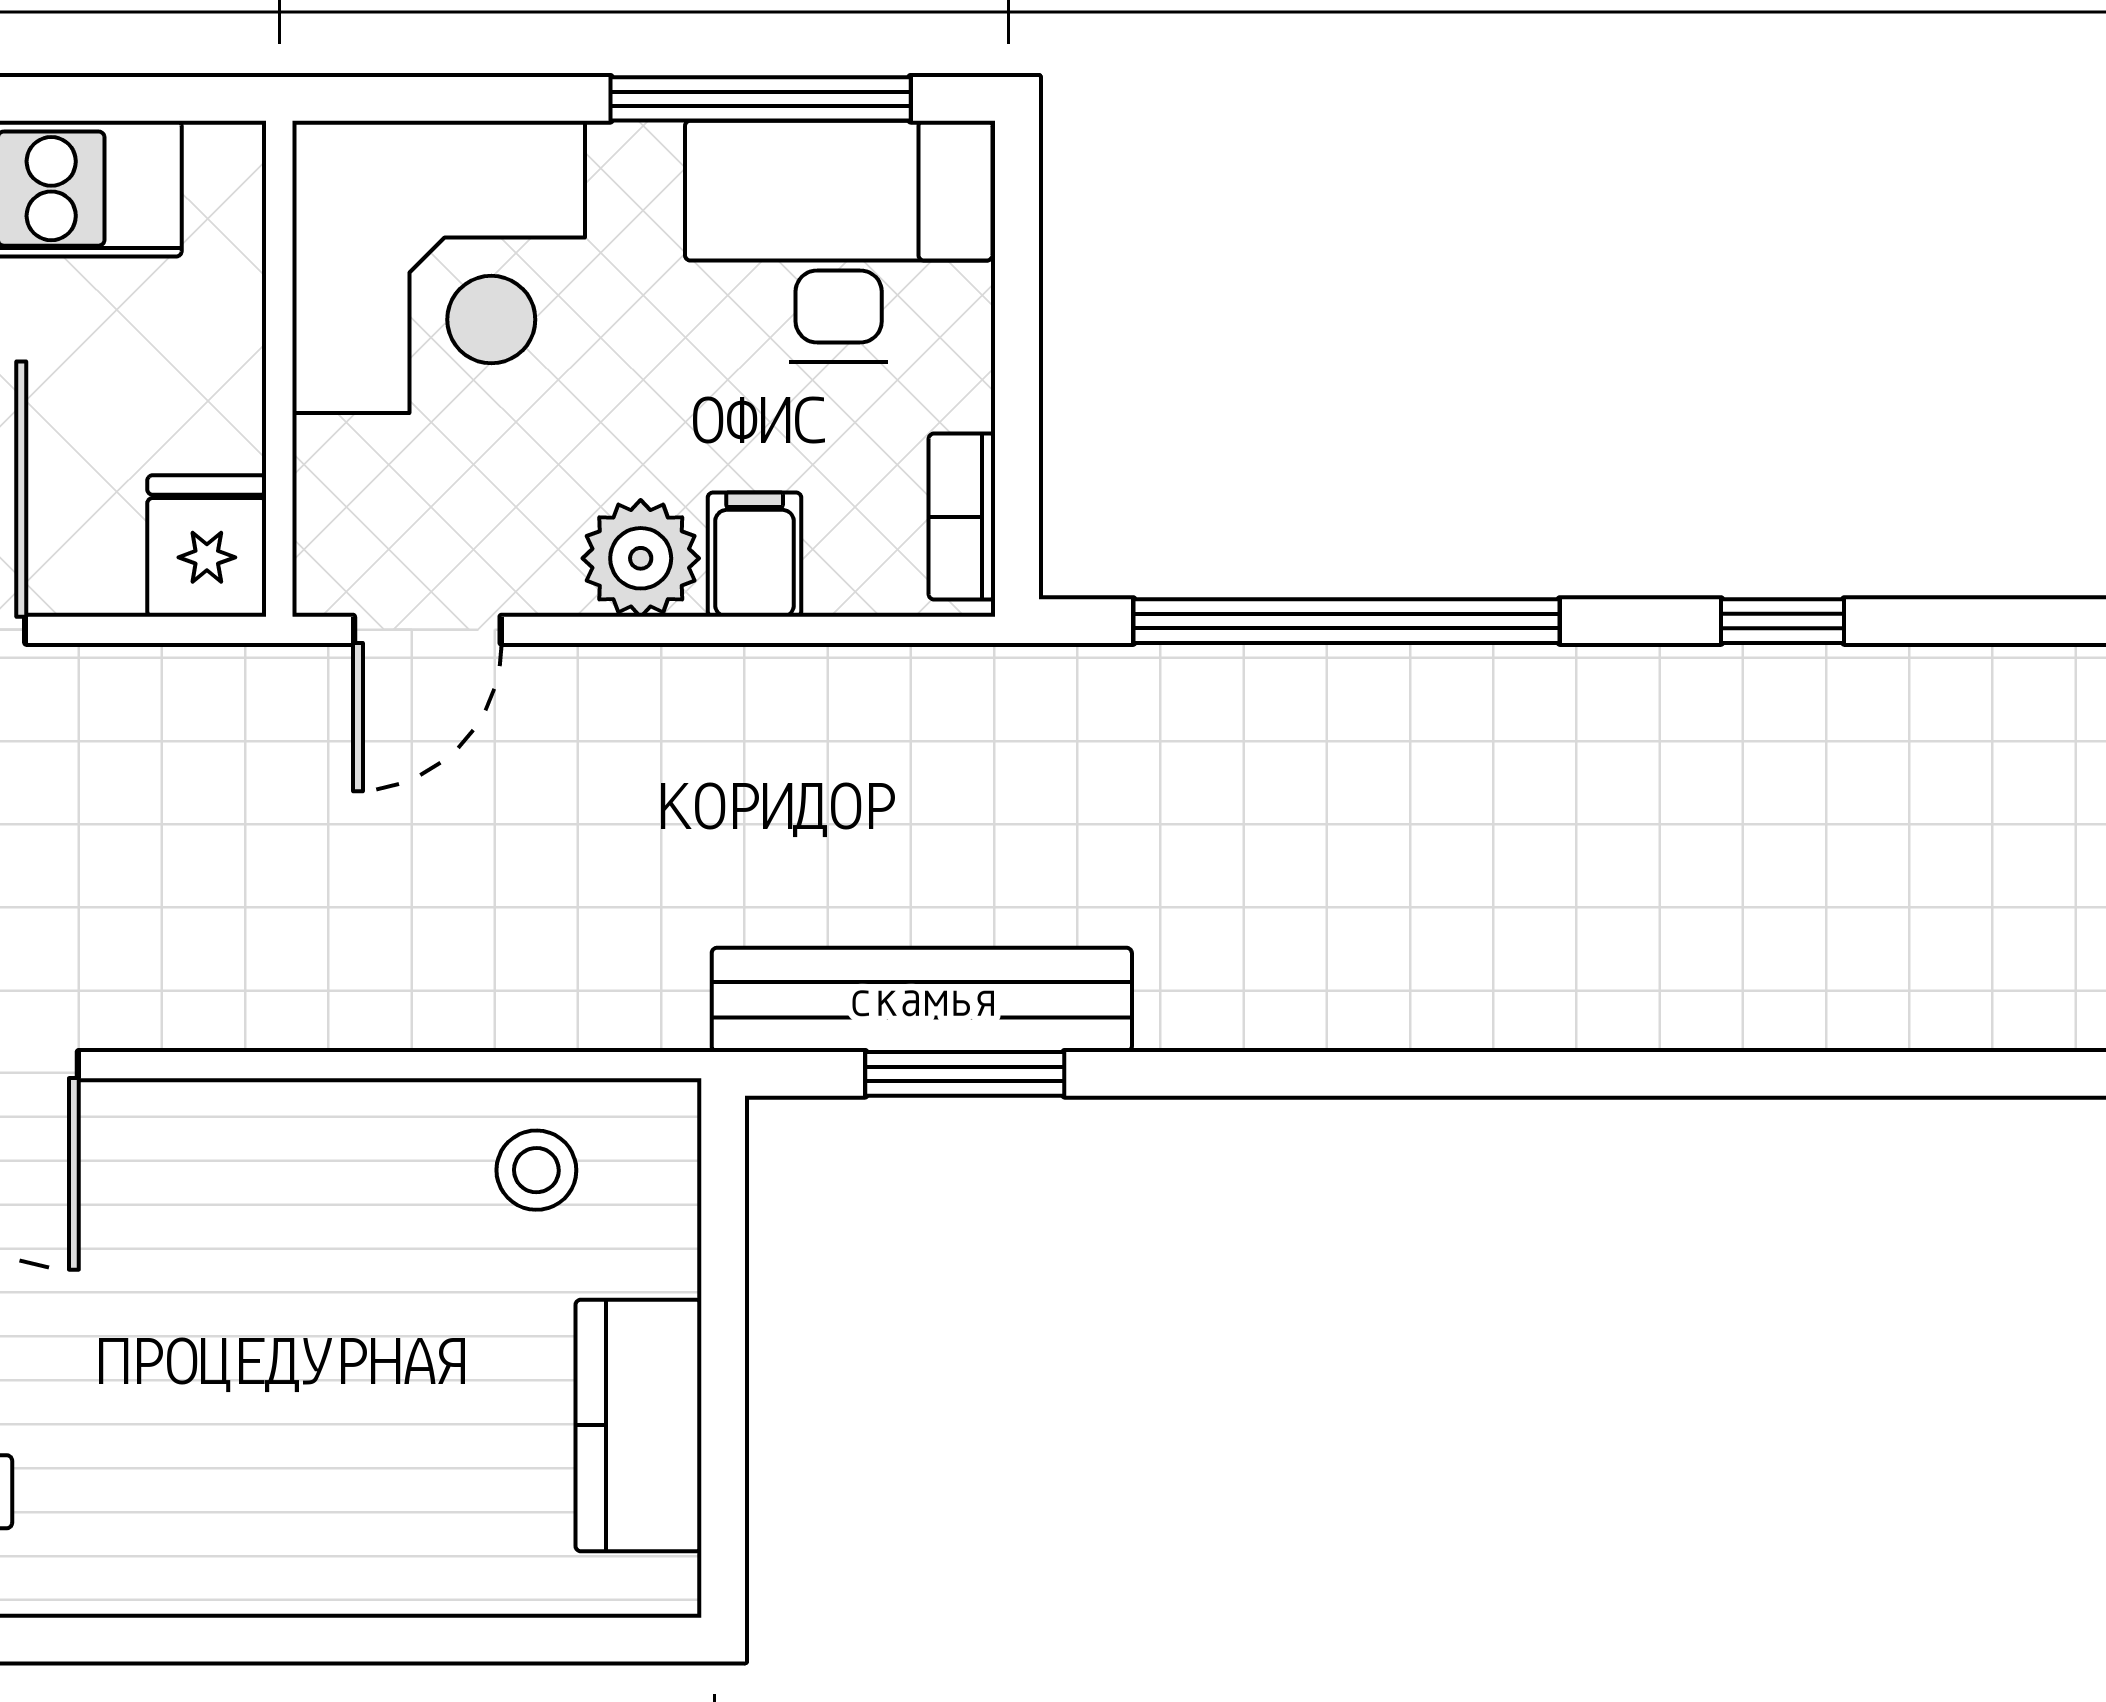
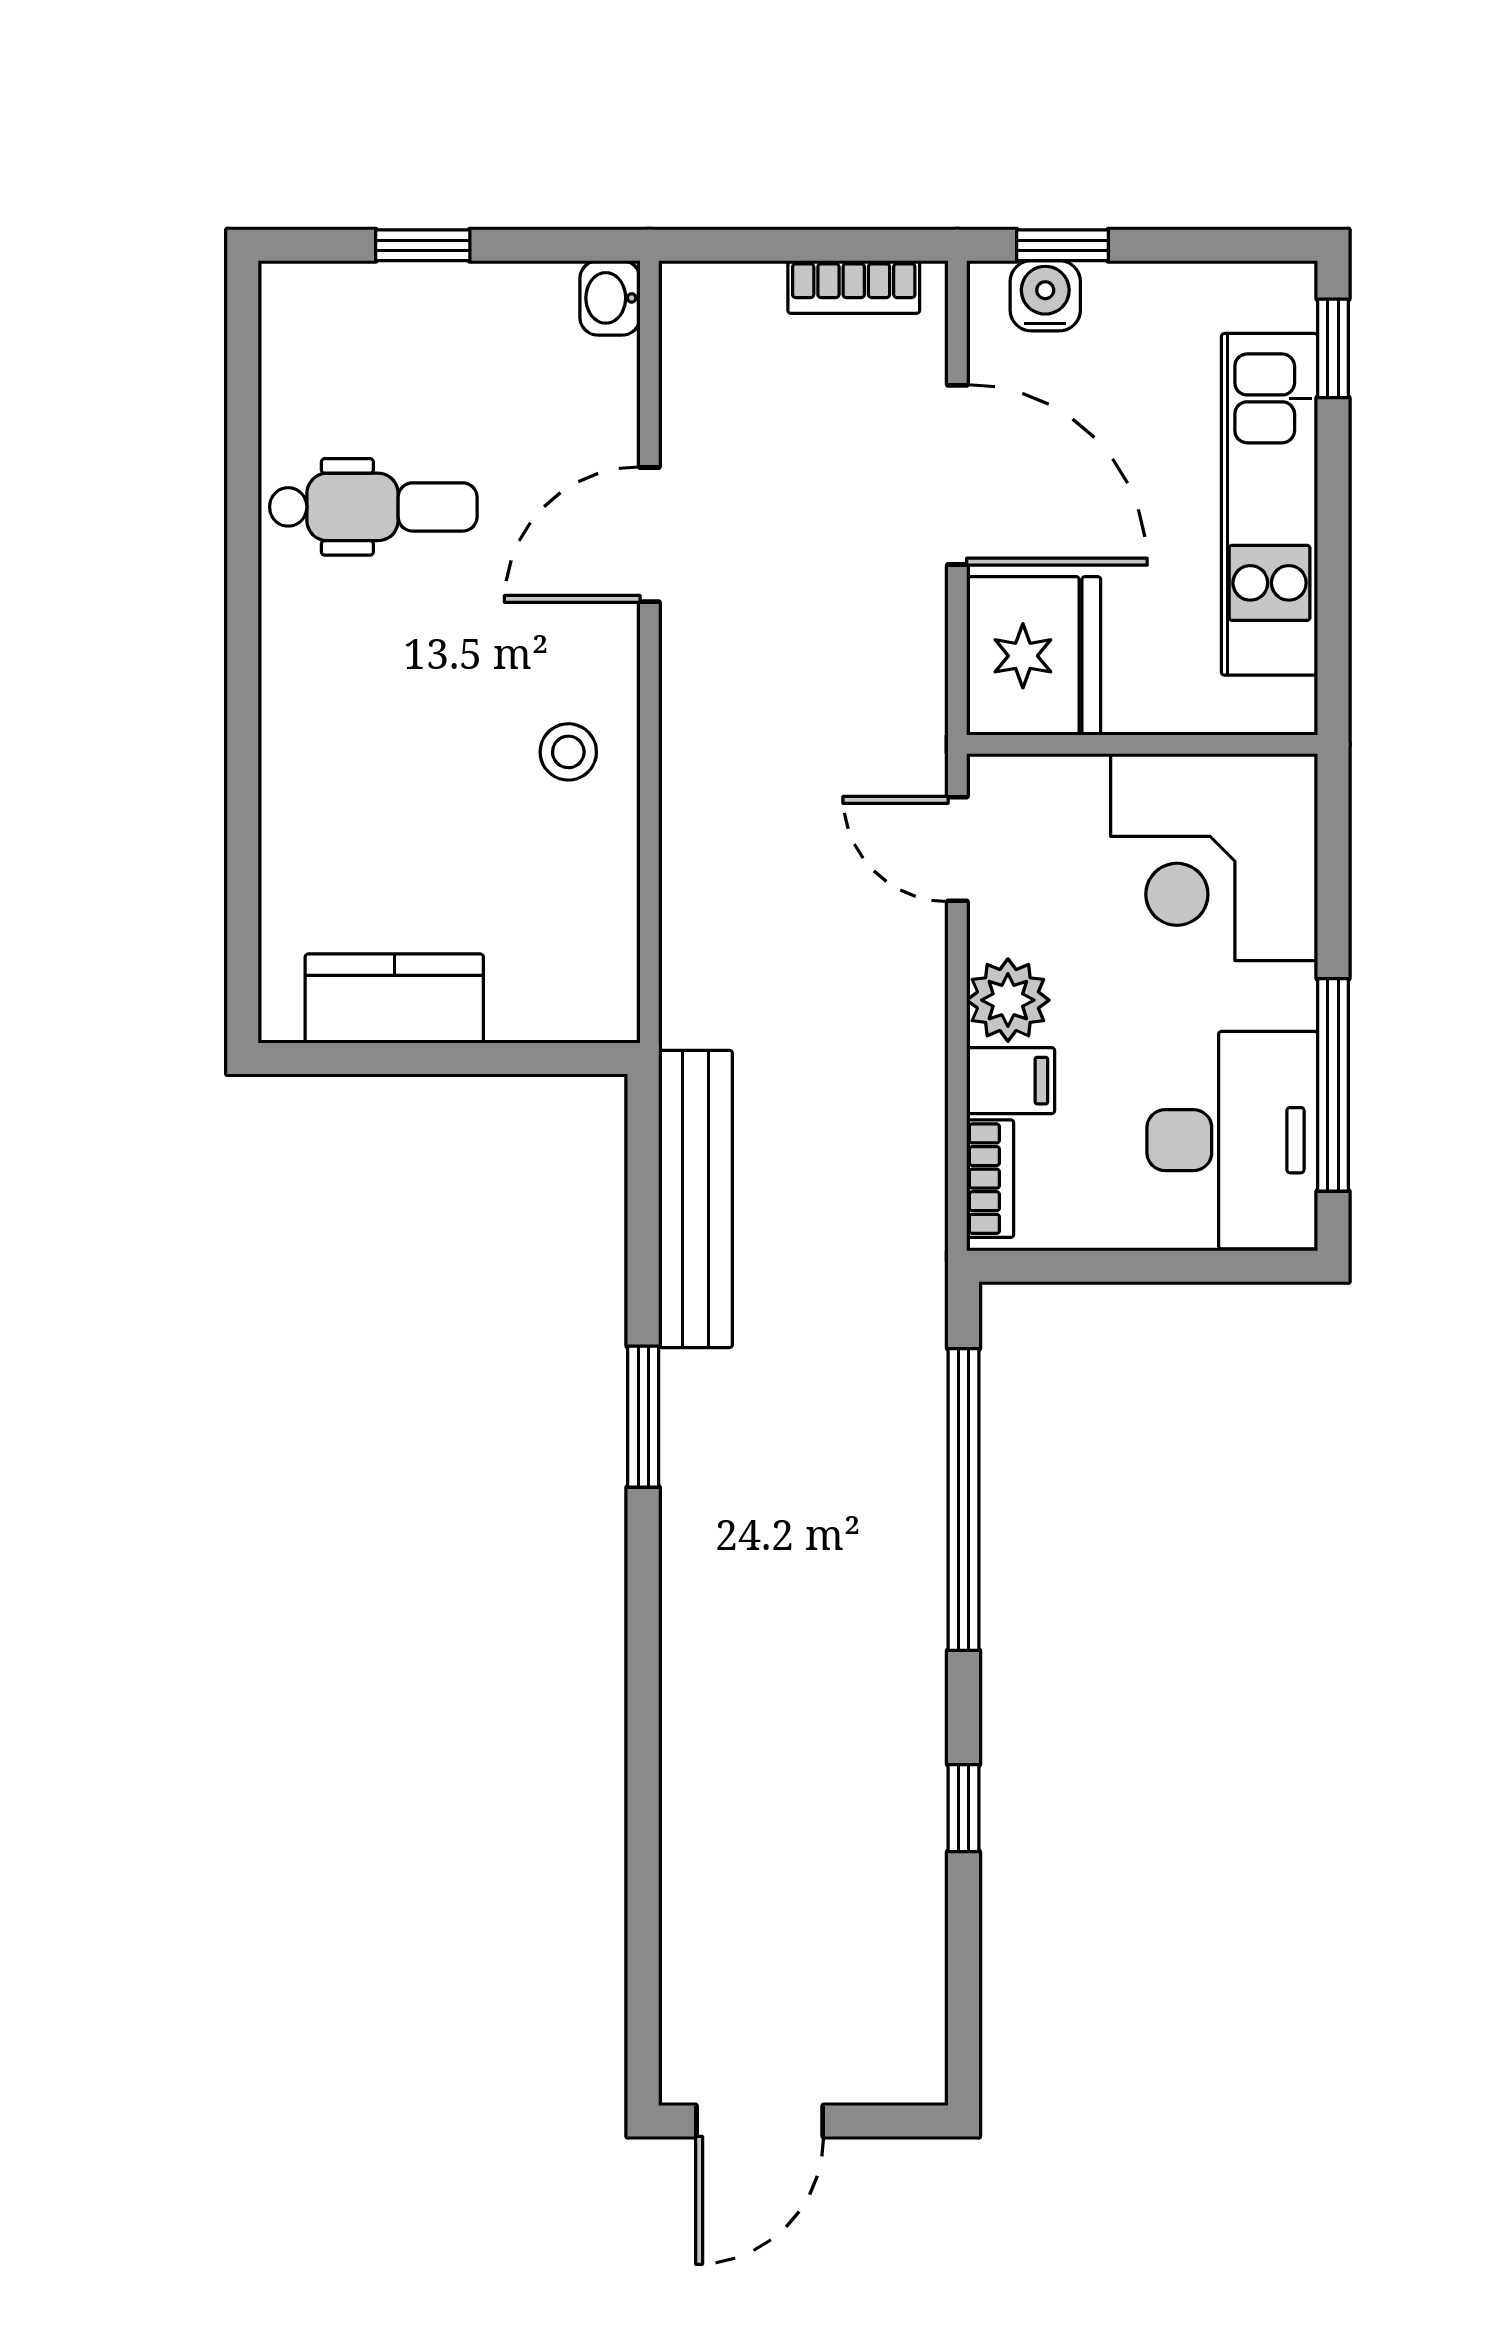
bookcase: (962, 517) -> (990, 1179), moved, turned 90
fridge: (207, 546) -> (1034, 656), width x1.88, depth x1.34
window: (965, 1074) -> (643, 1417), moved
stool: (536, 1170) -> (568, 752), moved

